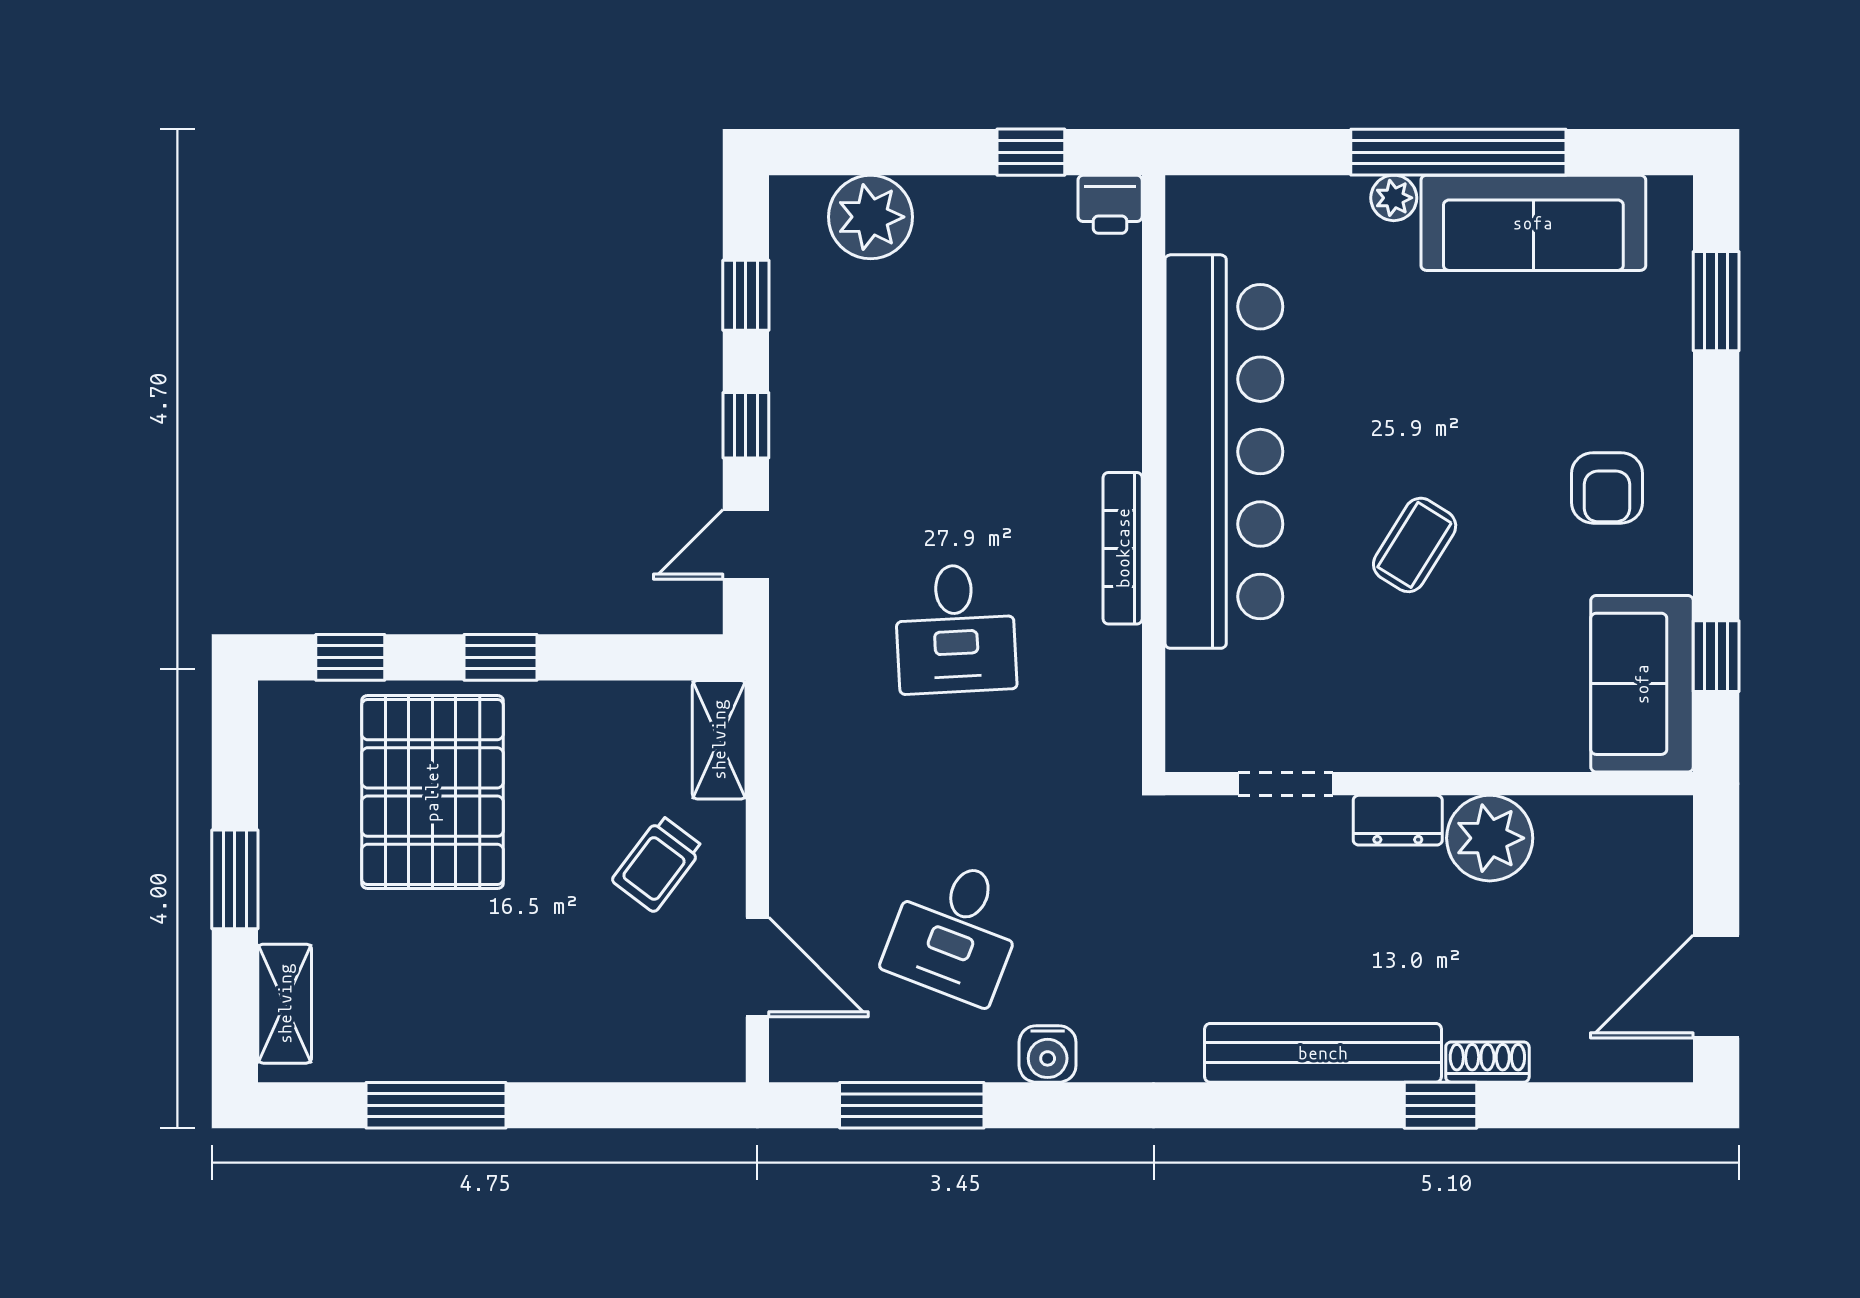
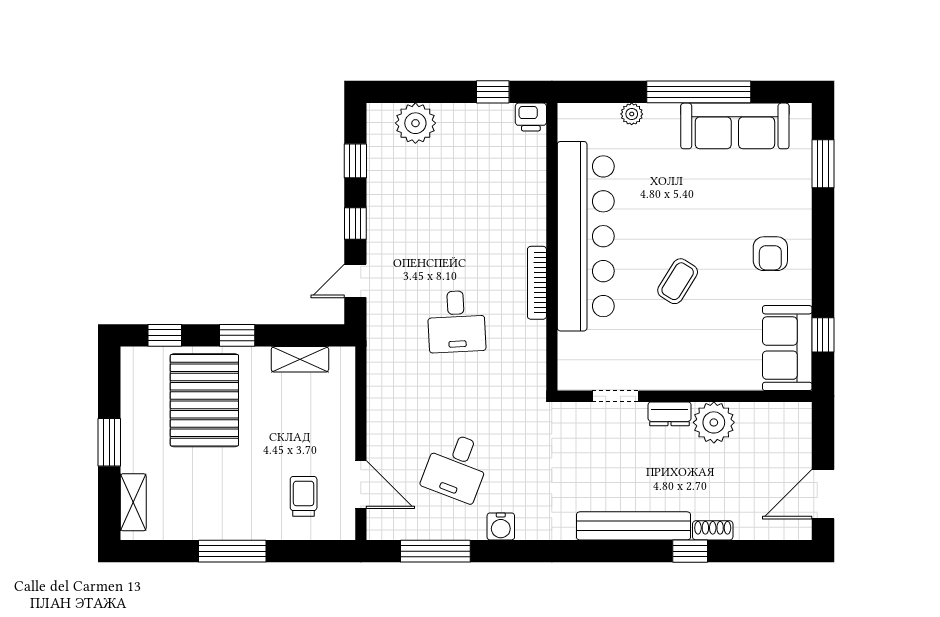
plant: (1394, 198) -> (632, 114), moved
shelving: (719, 740) -> (300, 359), moved, turned 90
trolley: (658, 864) -> (304, 496), moved, turned 143
window: (436, 1105) -> (232, 551), moved

